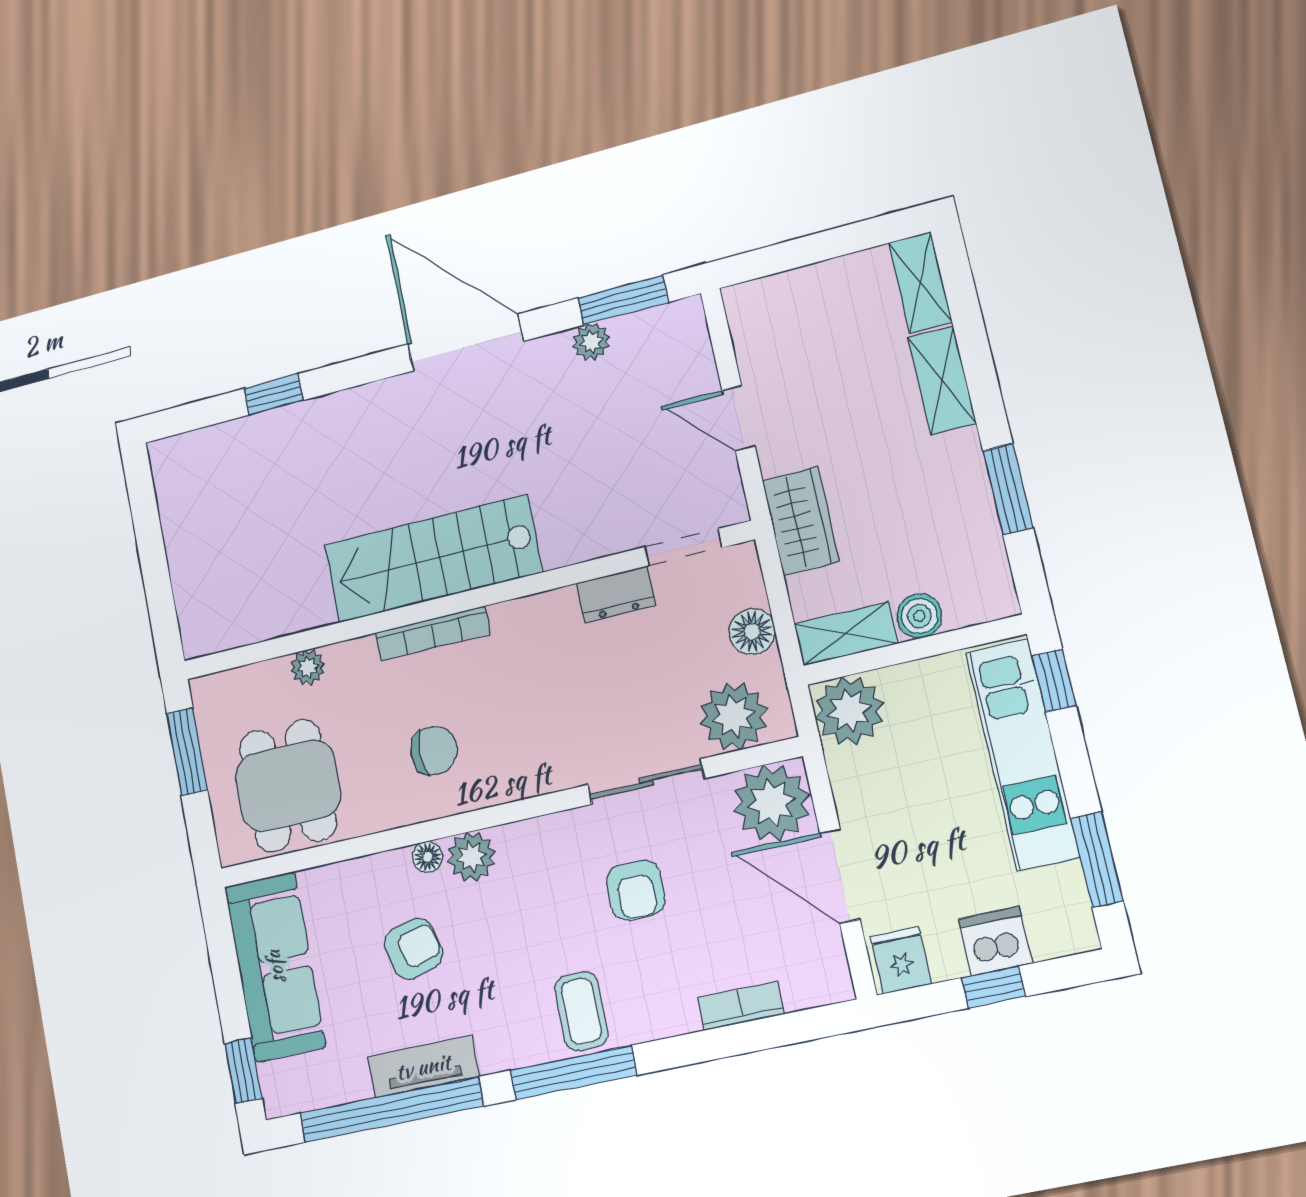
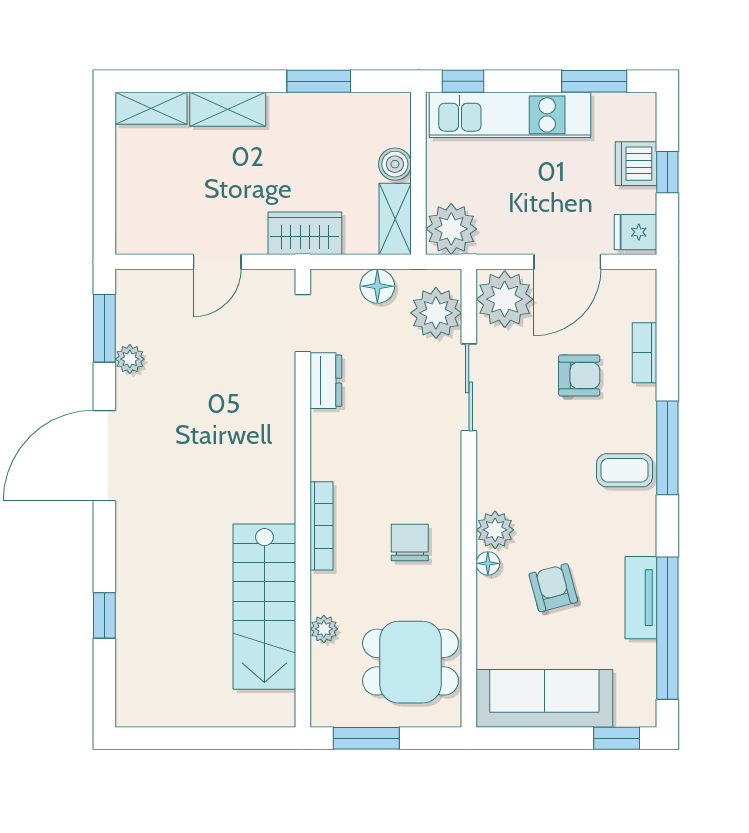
stairs: (433, 559) -> (264, 607), moved
armchair: (636, 890) -> (579, 375), moved
window: (573, 1073) -> (667, 448), moved

